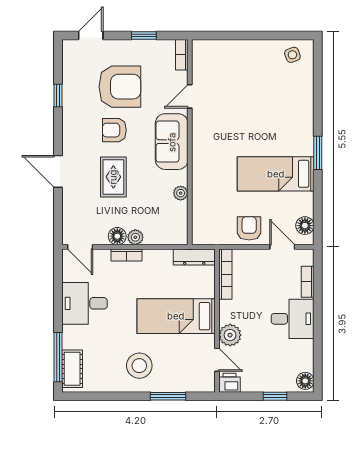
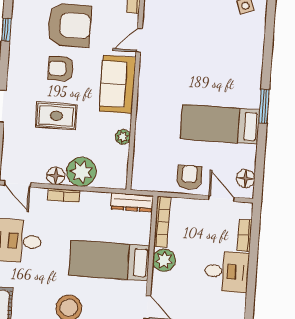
rug: (113, 177) -> (56, 116), turned 90
plant: (135, 237) -> (81, 172), width x1.87, depth x1.87
plant: (230, 335) -> (164, 260), moved

